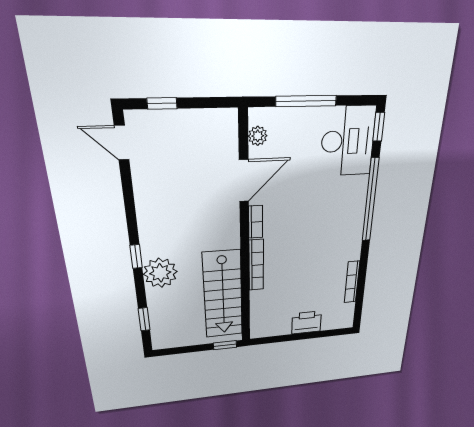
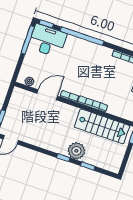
window: (306, 101) -> (28, 40), moved
door: (244, 181) -> (47, 95), hinge flipped
window: (144, 319) -> (88, 166), moved

